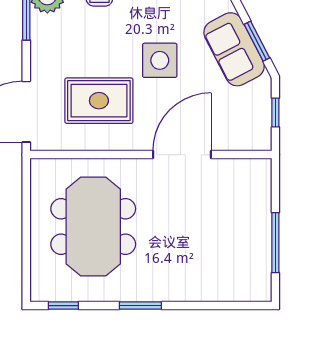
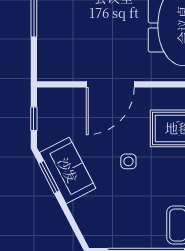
side table: (160, 60) -> (128, 161), width x0.54, depth x0.54

